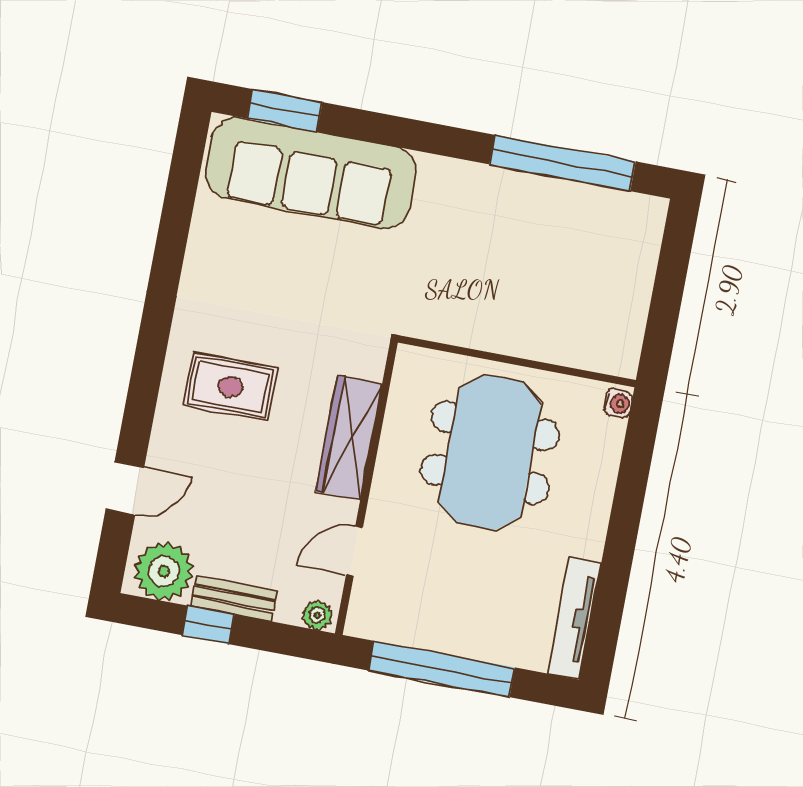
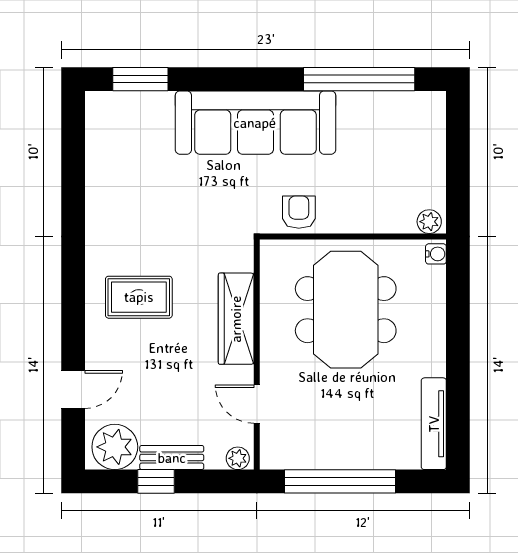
sofa: (311, 173) -> (255, 123), moved
armchair: (454, 317) -> (299, 212), added
plant: (617, 361) -> (429, 222), added
door: (355, 551) -> (257, 404), hinge flipped

